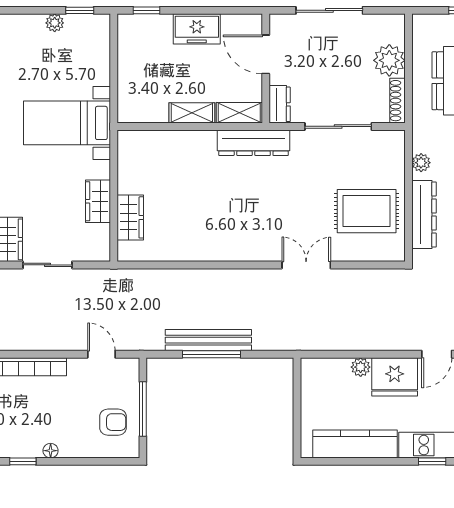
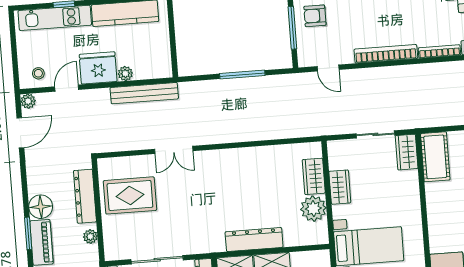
dresser: (254, 143) -> (254, 240), moved
plant: (134, 176) -> (313, 209), added
bench: (208, 340) -> (144, 93), moved

